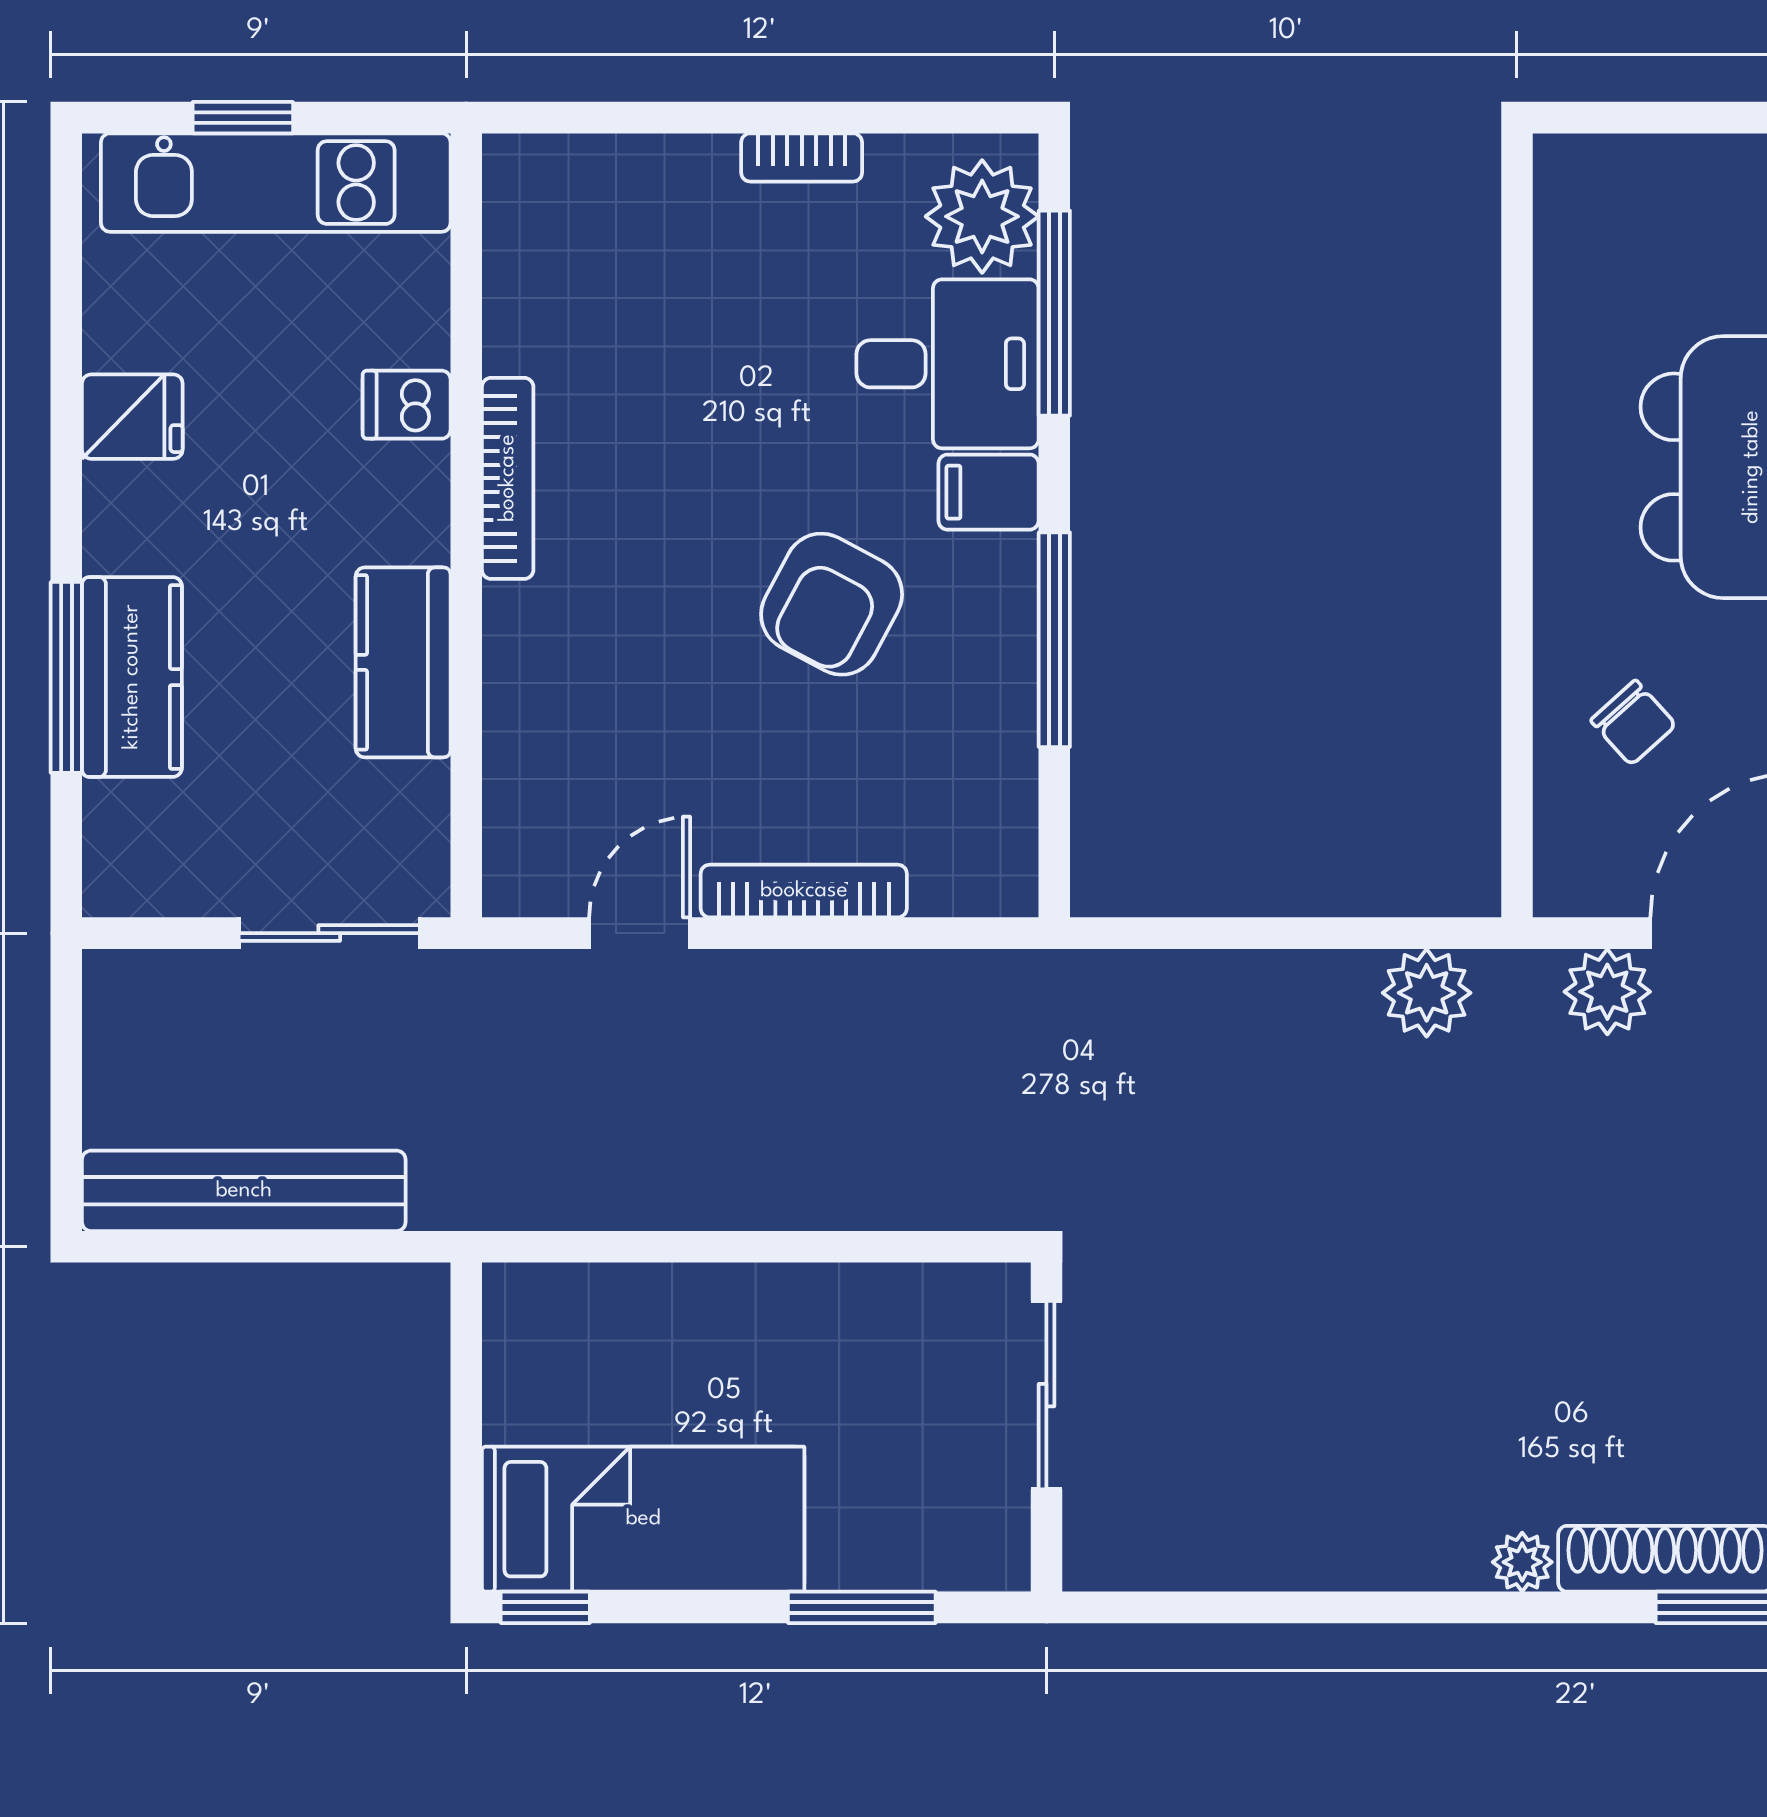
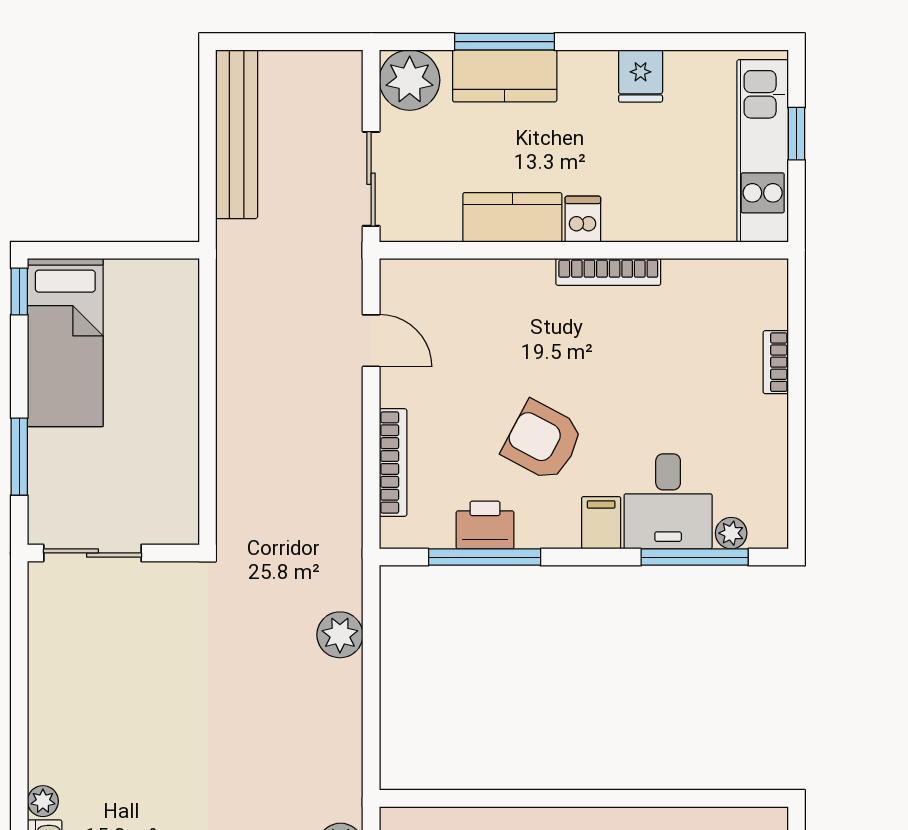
bookcase: (802, 157) -> (776, 362), moved
plant: (982, 216) -> (731, 533), width x0.53, depth x0.53
dishwasher: (407, 405) -> (583, 219), moved
window: (1054, 640) -> (485, 557), moved
printer: (993, 715) -> (485, 525), added
plant: (140, 859) -> (410, 80), added
bookcase: (804, 891) -> (393, 463), moved
plant: (1427, 993) -> (340, 635), moved
sliding door: (1046, 1395) -> (92, 553), moved

